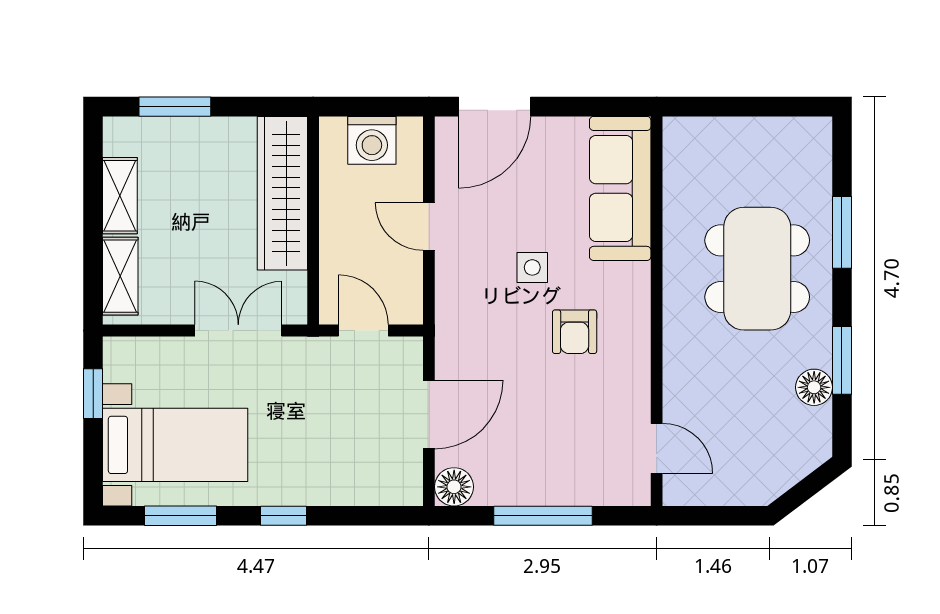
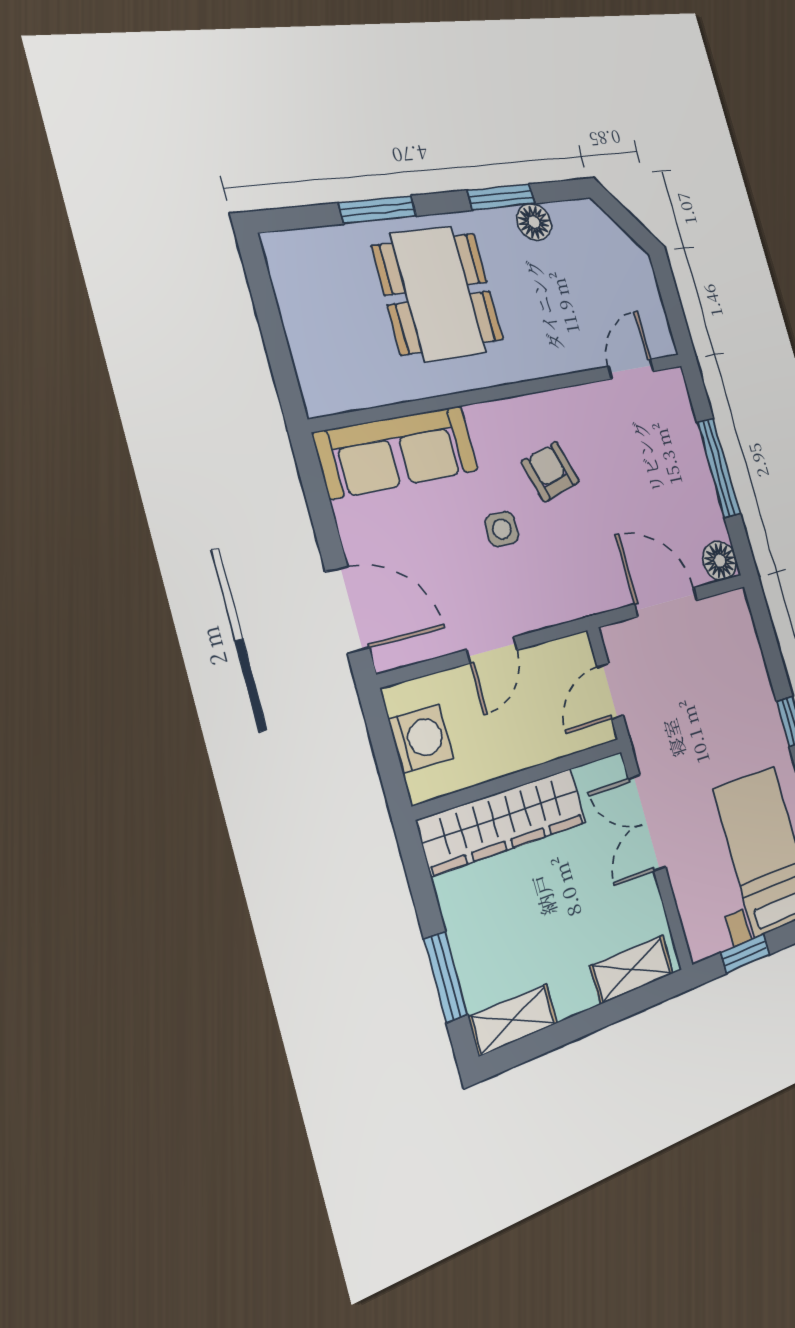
shelving: (120, 196) -> (513, 1020), moved
dining table: (757, 269) -> (438, 293), turned 90
armchair: (575, 332) -> (550, 472), turned -106

